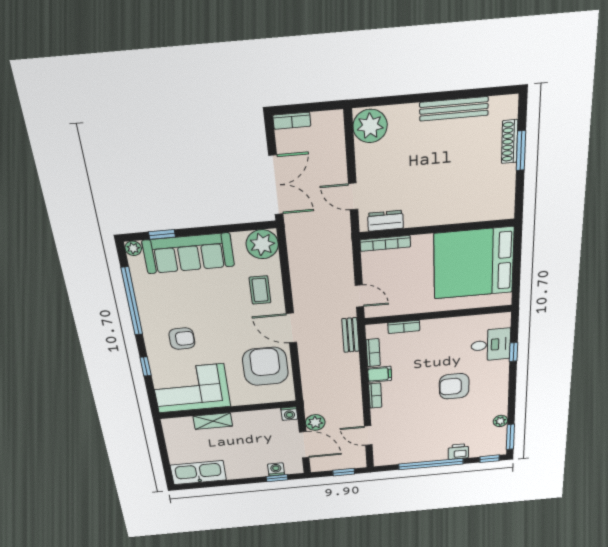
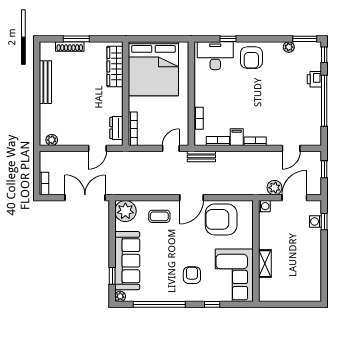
plant: (370, 126) -> (52, 140), width x0.53, depth x0.53
wardrobe: (477, 211) -> (115, 67), added
desk: (491, 345) -> (215, 56), width x1.37
armchair: (454, 386) -> (251, 58), moved
kitchen sink: (198, 473) -> (312, 281), removed

